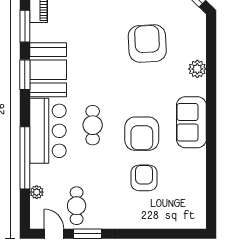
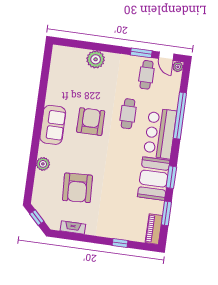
cafe table: (93, 125) -> (128, 114), moved
armchair: (144, 178) -> (94, 89), removed
plant: (37, 192) -> (178, 67), moved
plant: (147, 217) -> (96, 59), added

